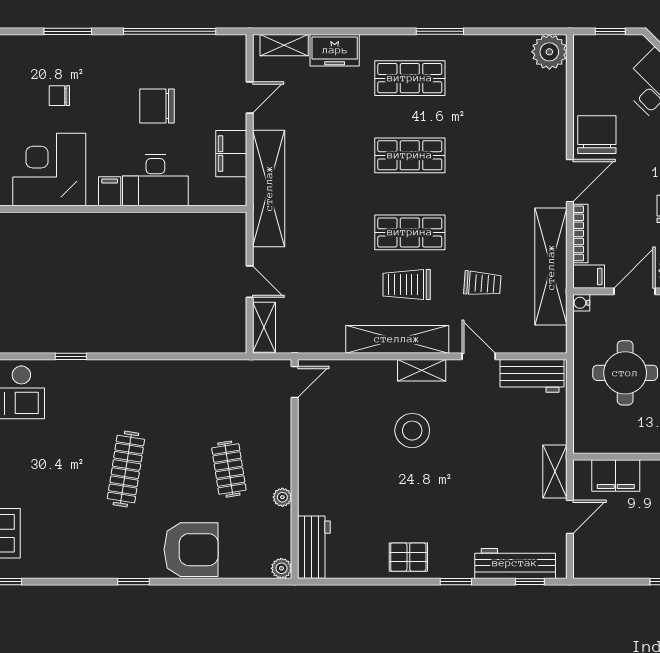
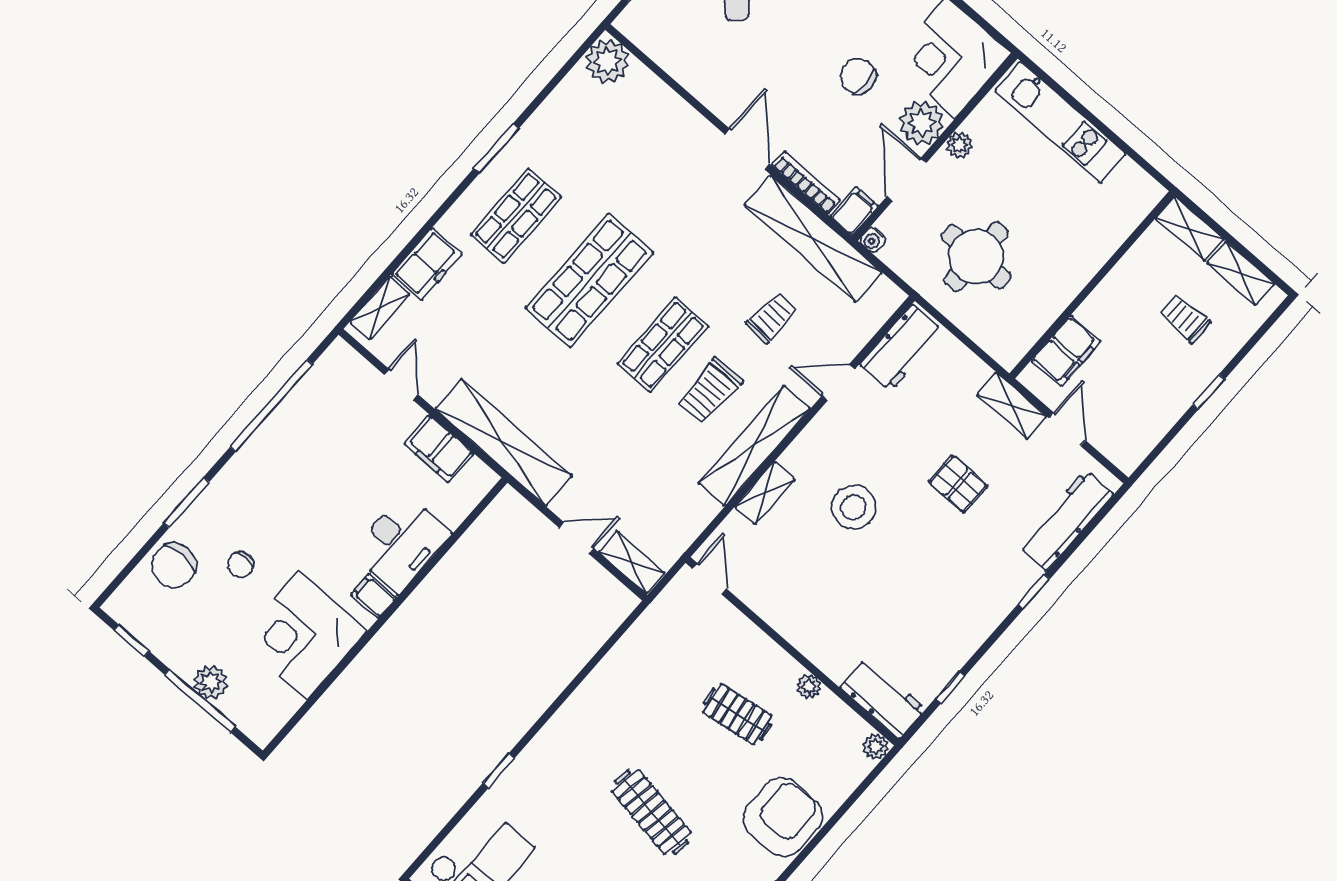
chair: (157, 106) -> (174, 566), moved
chair: (597, 135) -> (726, 85), removed
shop shelf: (410, 155) -> (589, 280), width x1.43, depth x1.36
shelving: (422, 370) -> (765, 493), moved
pallet: (408, 557) -> (958, 484), moved, turned 90
window: (530, 582) -> (950, 687), moved

